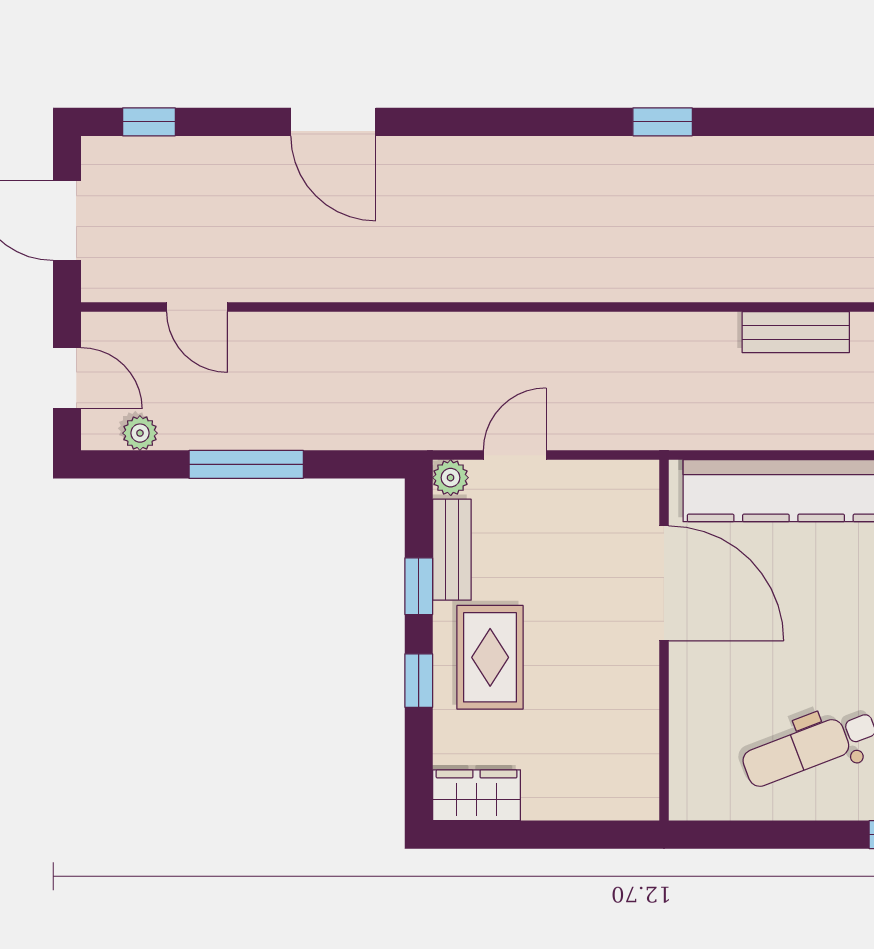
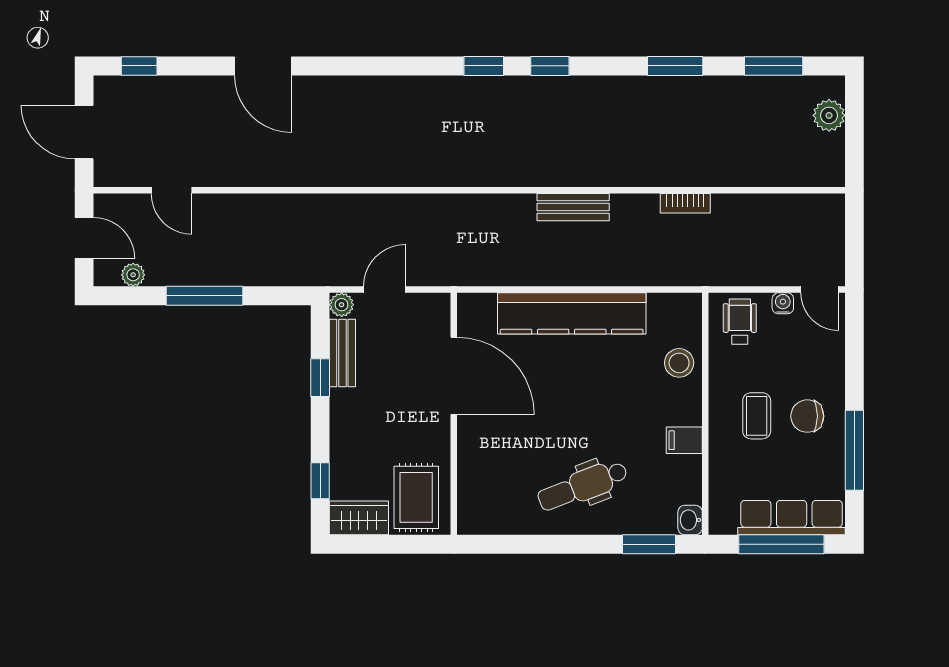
window: (761, 122) -> (550, 66), added
door: (664, 583) -> (454, 376), moved
wall: (664, 640) -> (454, 414), moved
rug: (490, 657) -> (416, 497), moved
window: (419, 681) -> (320, 481), moved

